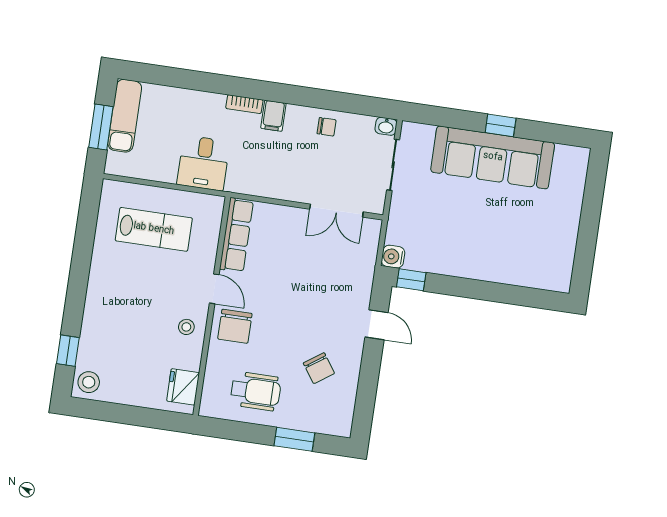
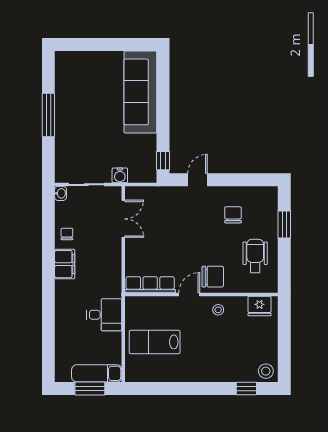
bookcase: (244, 104) -> (60, 293), removed
exam couch: (125, 116) -> (97, 373), moved
filing cabinet: (273, 116) -> (65, 264), width x2.00
window: (501, 125) -> (48, 115), width x2.17
sofa: (493, 157) -> (140, 92), moved, turned 180
lab bench: (154, 229) -> (155, 342), turned -90
water cooler: (393, 257) -> (120, 175), moved
chair: (319, 368) -> (233, 215), turned -55

